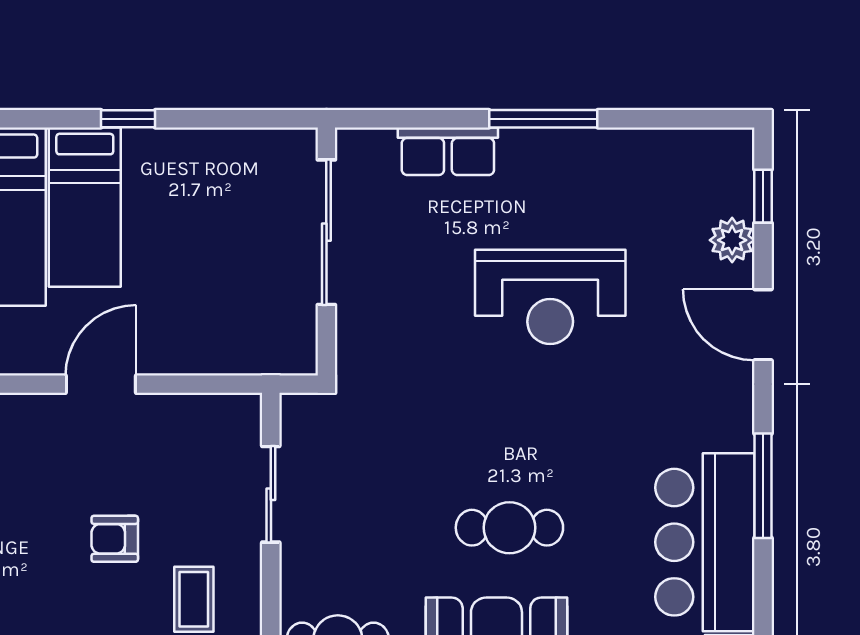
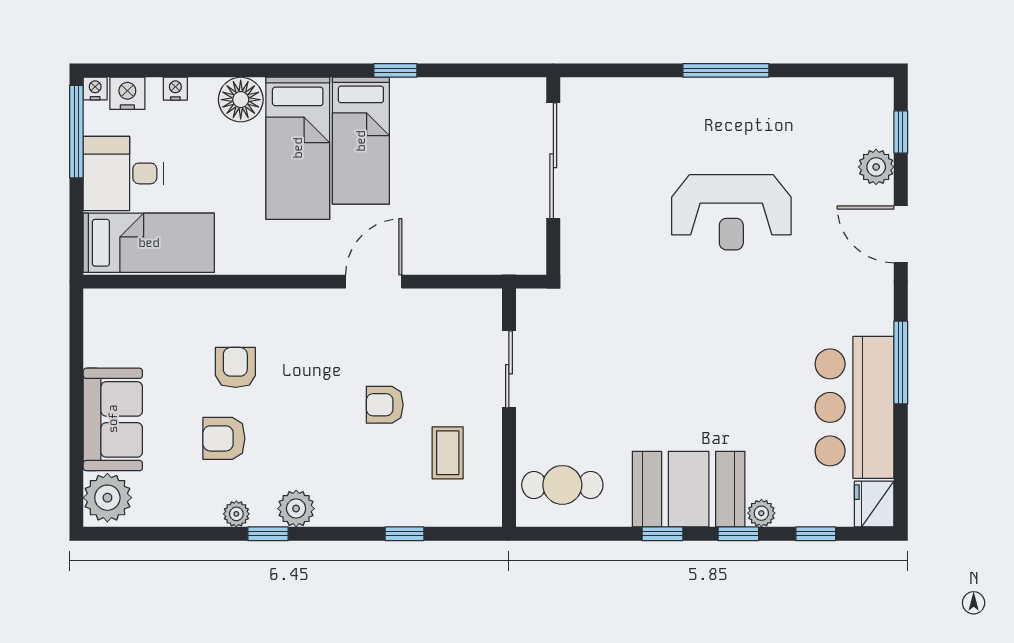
row of seats: (448, 151) -> (650, 96), removed
cafe table: (509, 528) -> (699, 396), removed

